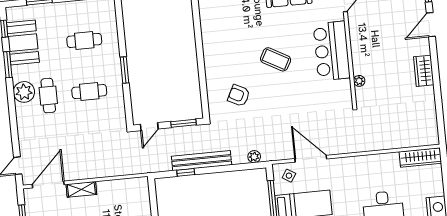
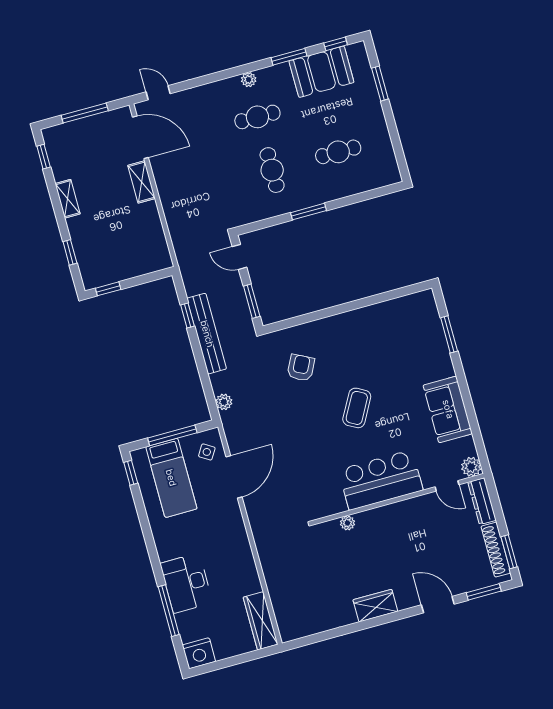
cafe table: (84, 40) -> (338, 152), turned 90
plant: (24, 92) -> (249, 80), width x0.53, depth x0.53

